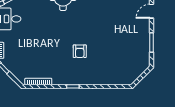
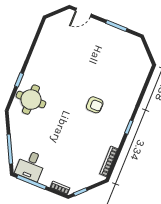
door: (152, 11) -> (83, 12), hinge flipped

